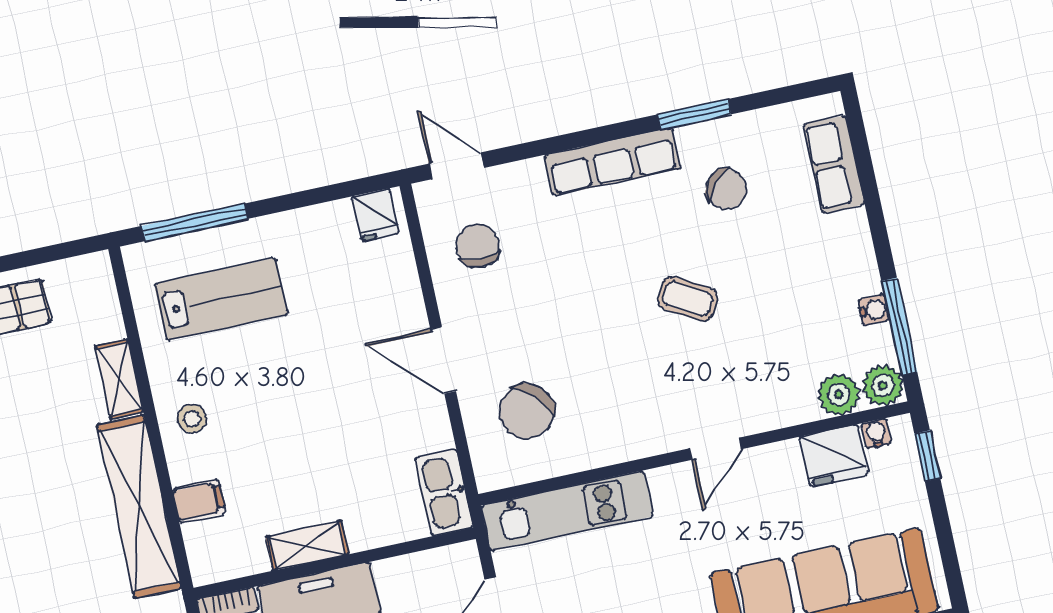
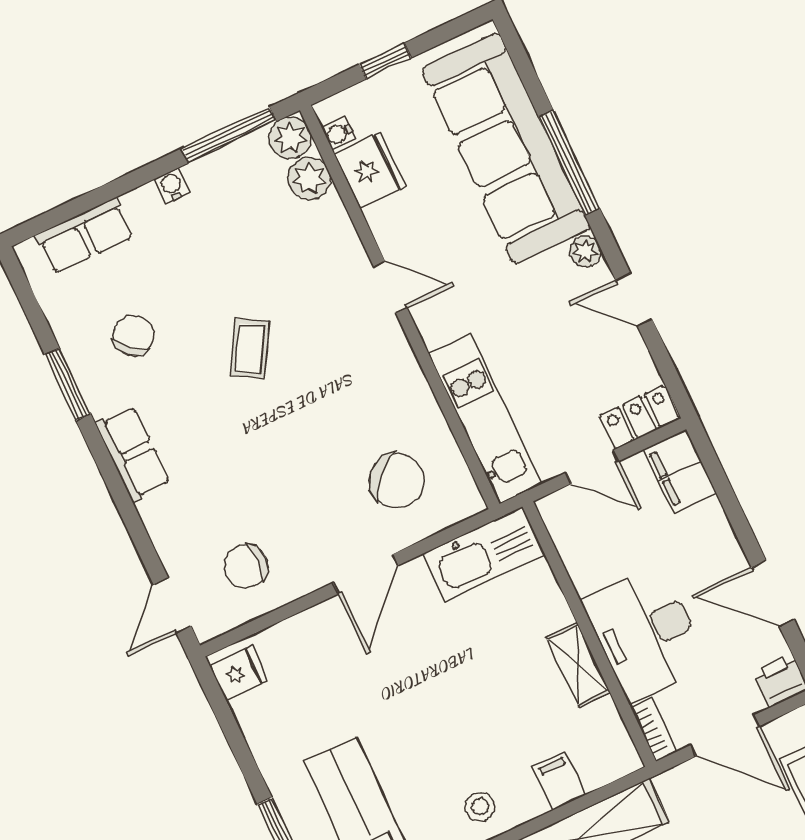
row of seats: (612, 162) -> (133, 454), width x0.68
water cooler: (874, 310) -> (172, 186), moved
window: (927, 456) -> (385, 61), moved
kitchen sink: (444, 492) -> (484, 554), width x1.36, depth x1.24

